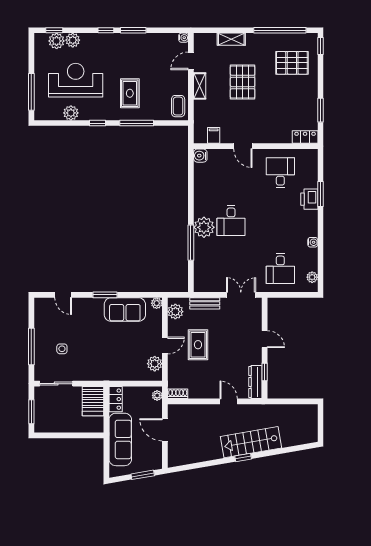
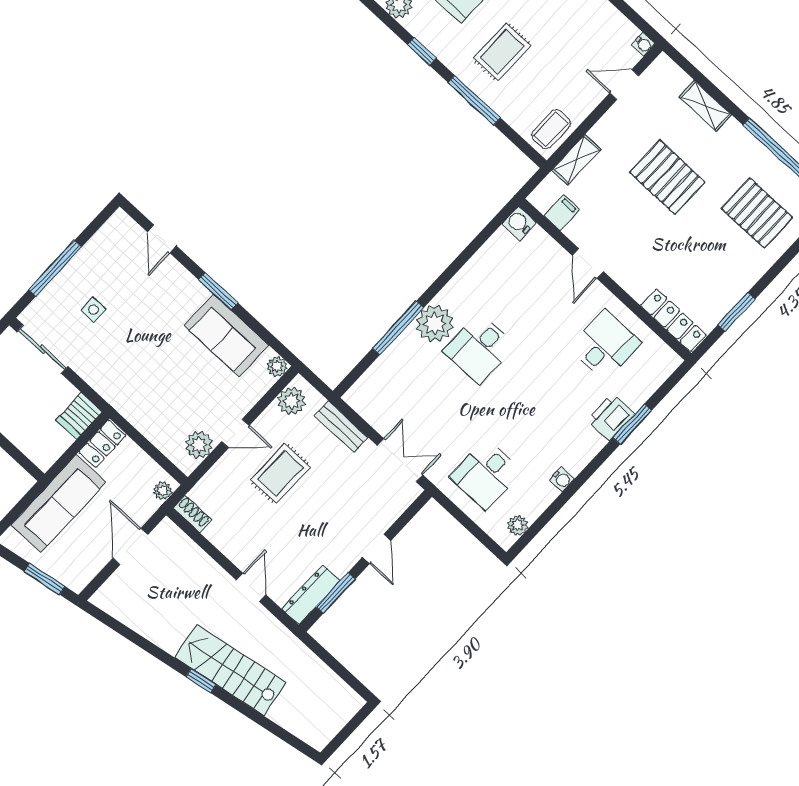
pallet: (243, 82) -> (667, 177), turned 90
shelving: (200, 86) -> (576, 160), moved
locker: (305, 137) -> (673, 320), width x1.53
window: (265, 372) -> (336, 593), width x1.50
server rack: (93, 401) -> (79, 416), width x0.73, depth x0.70

